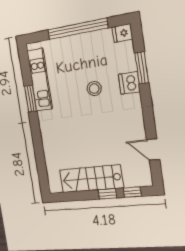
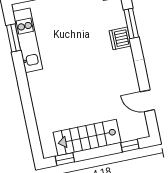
stool: (94, 89) -> (86, 46), removed
window: (31, 99) -> (13, 38), moved
window: (107, 194) -> (65, 159), moved

